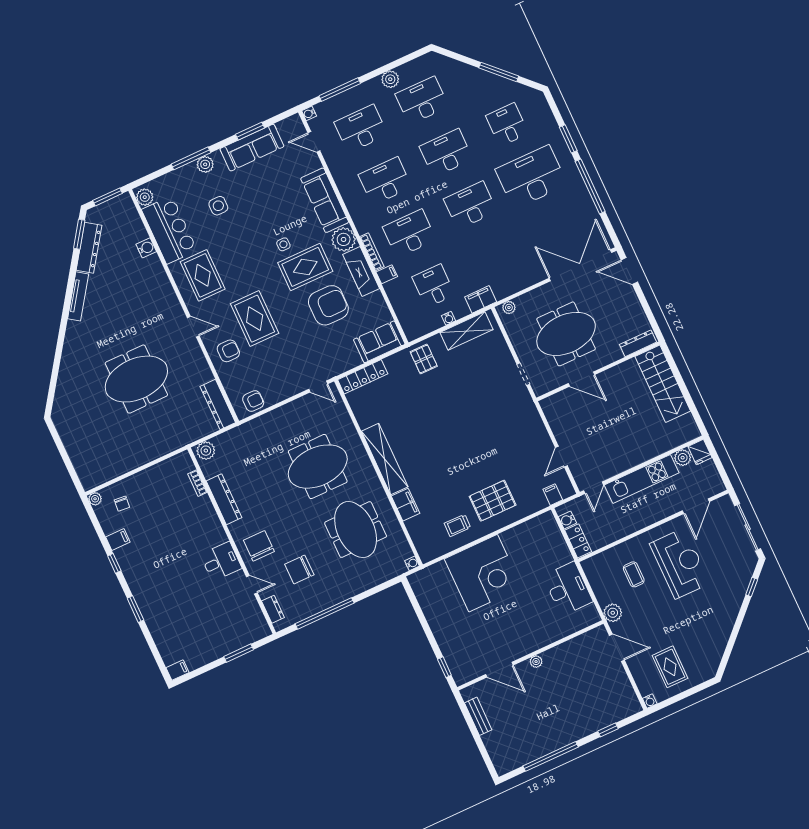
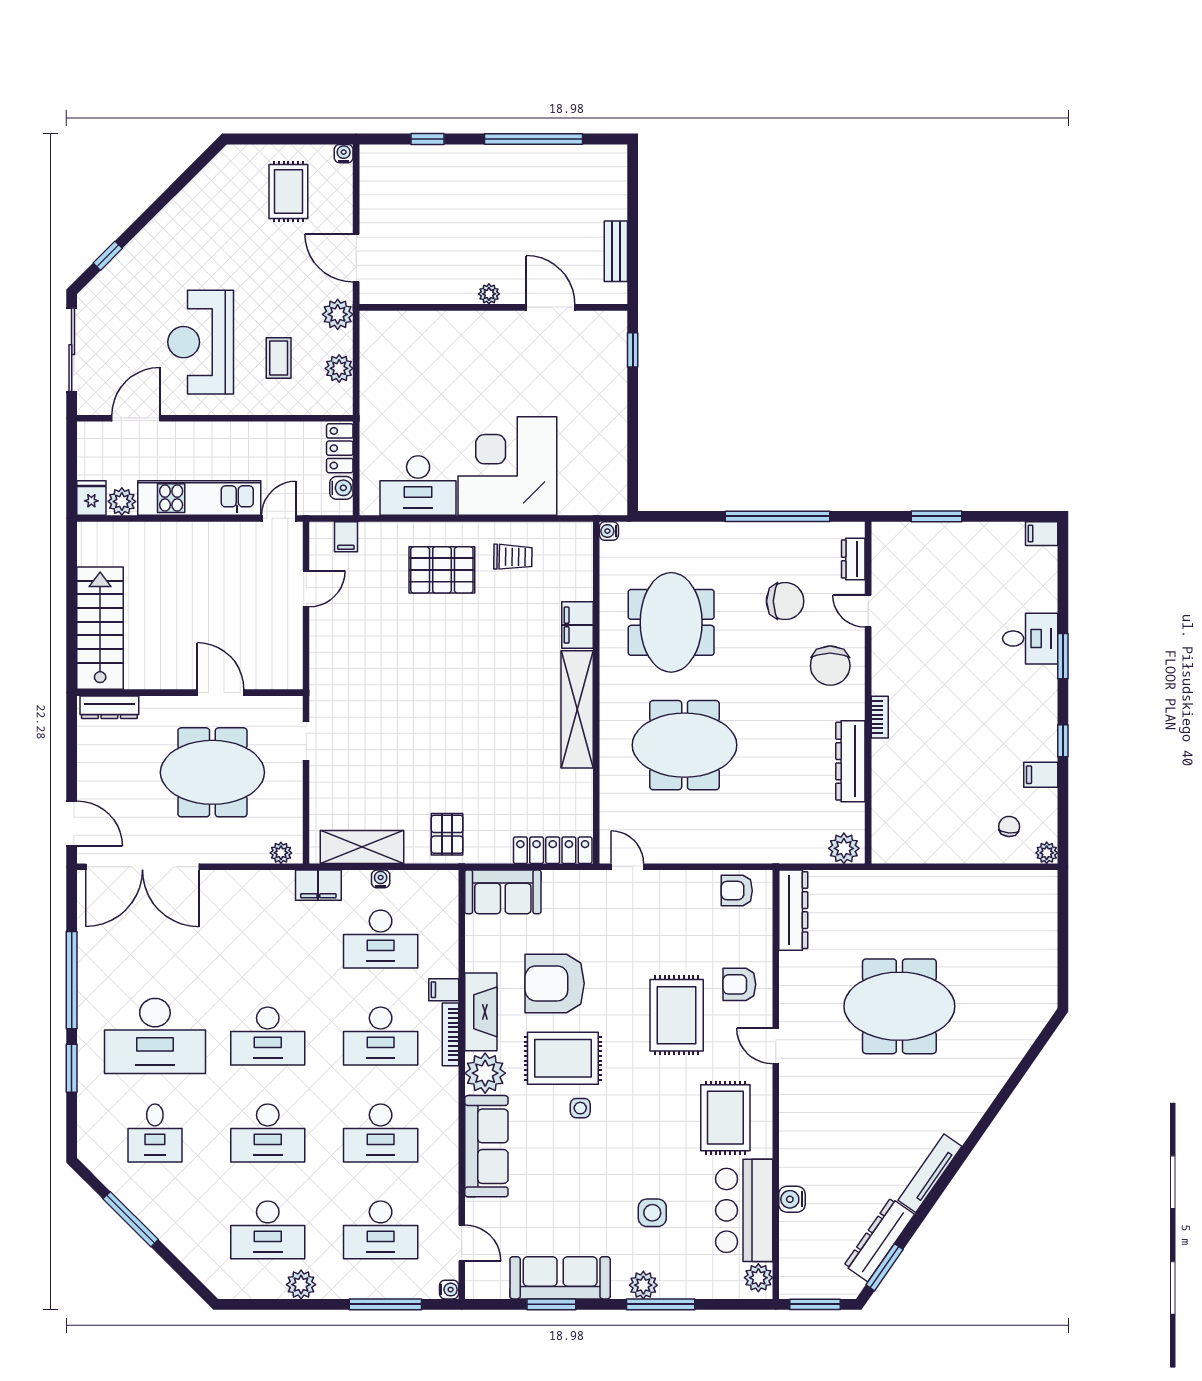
desk: (434, 286) -> (381, 939), width x1.37
bookcase: (197, 483) -> (880, 717), moved
desk: (221, 561) -> (1030, 639), moved, turned 180
plant: (598, 584) -> (339, 368), added
desk: (568, 589) -> (418, 485), moved, turned -90

